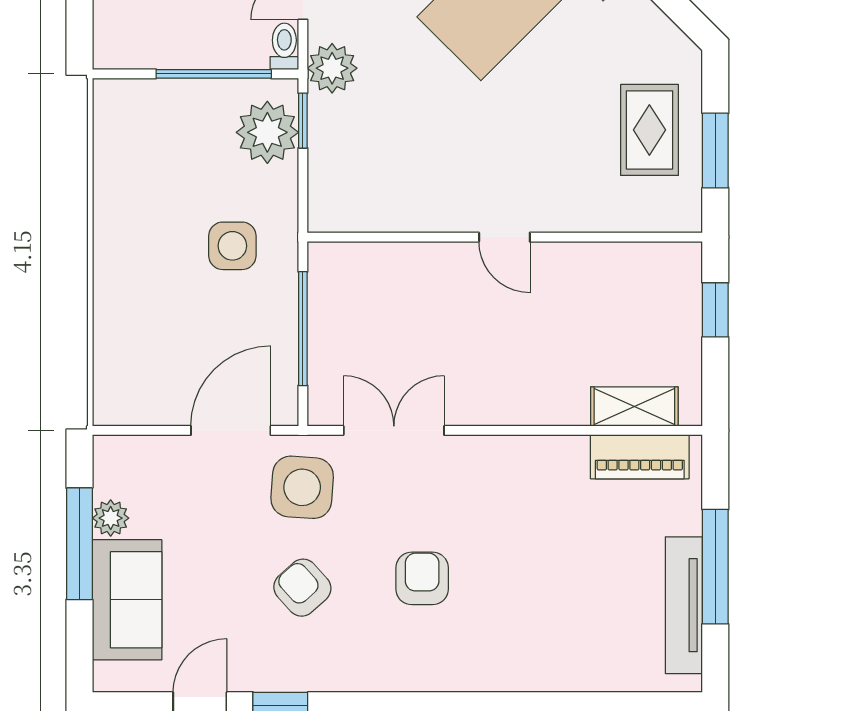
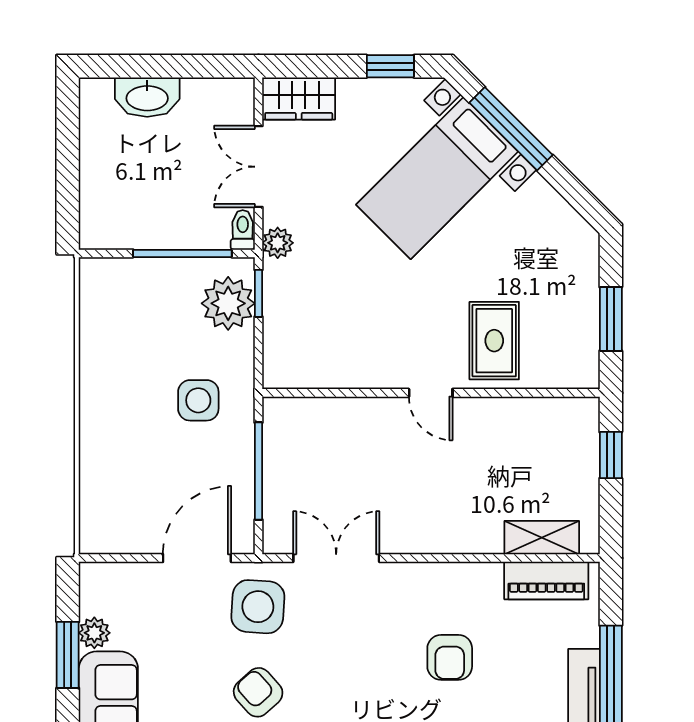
plant: (332, 68) -> (278, 243), width x0.73, depth x0.73
rug: (649, 130) -> (494, 341), moved
window: (79, 544) -> (68, 655), width x0.69
armchair: (422, 578) -> (450, 657), moved, turned 180

